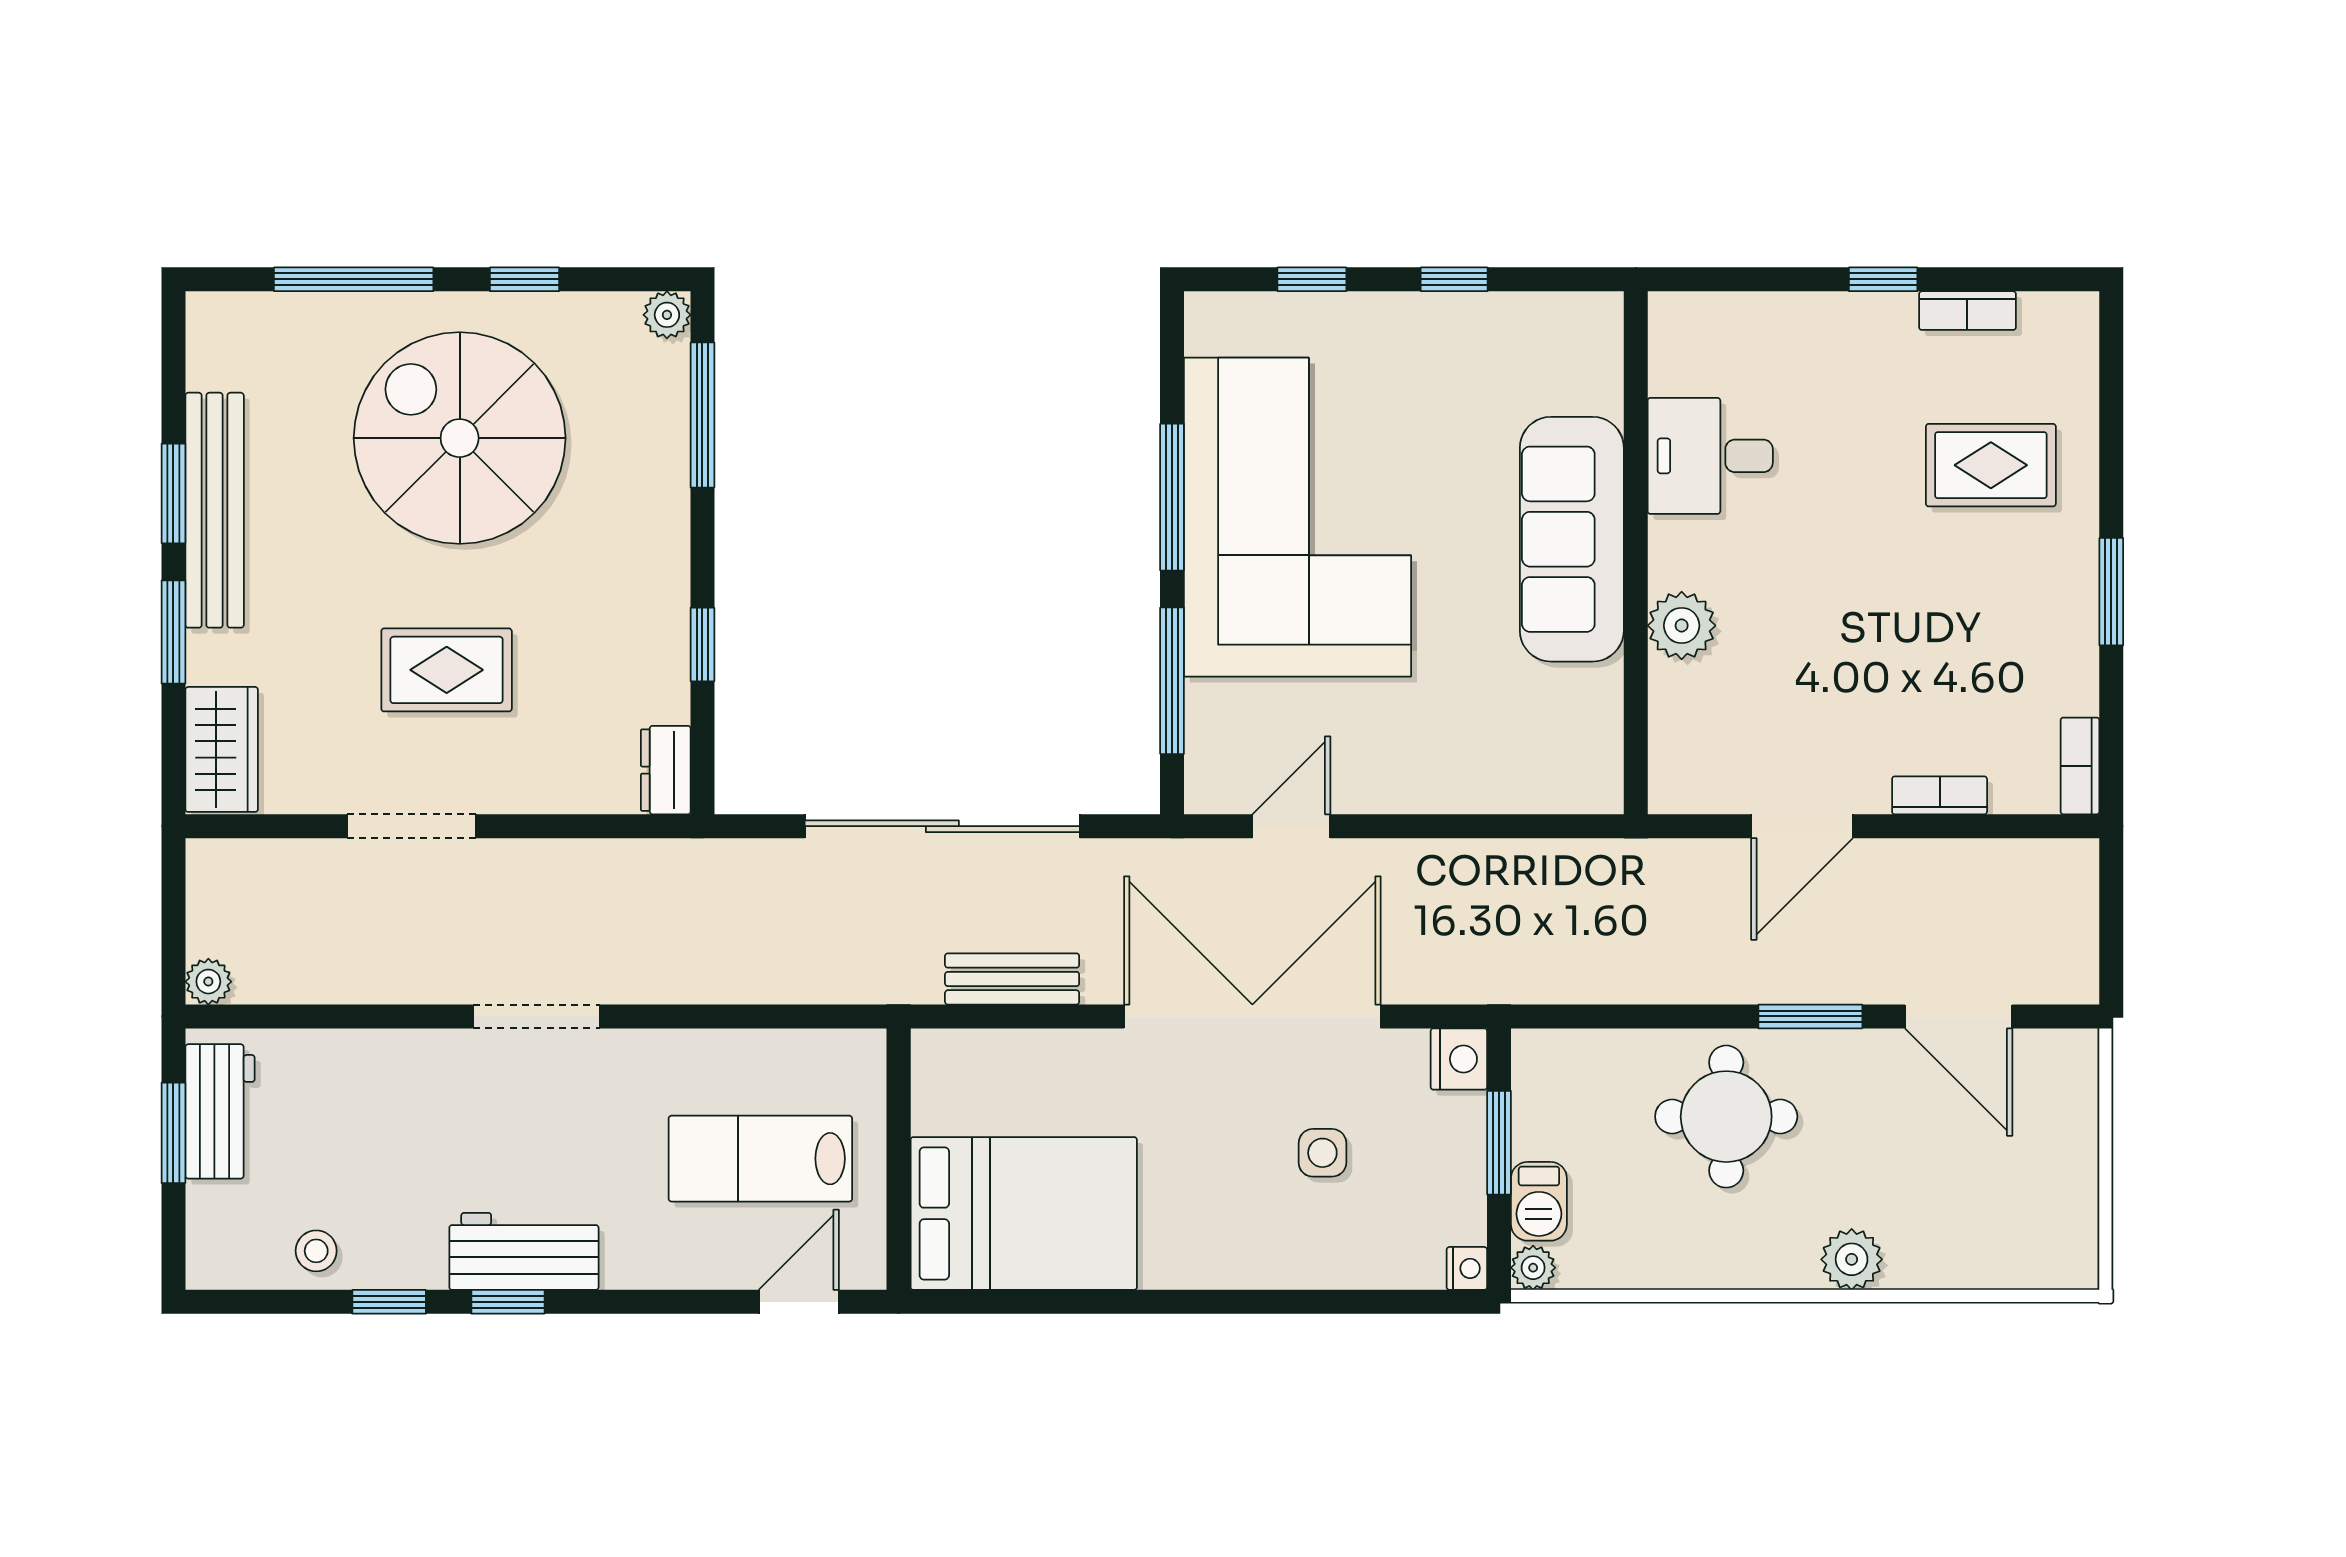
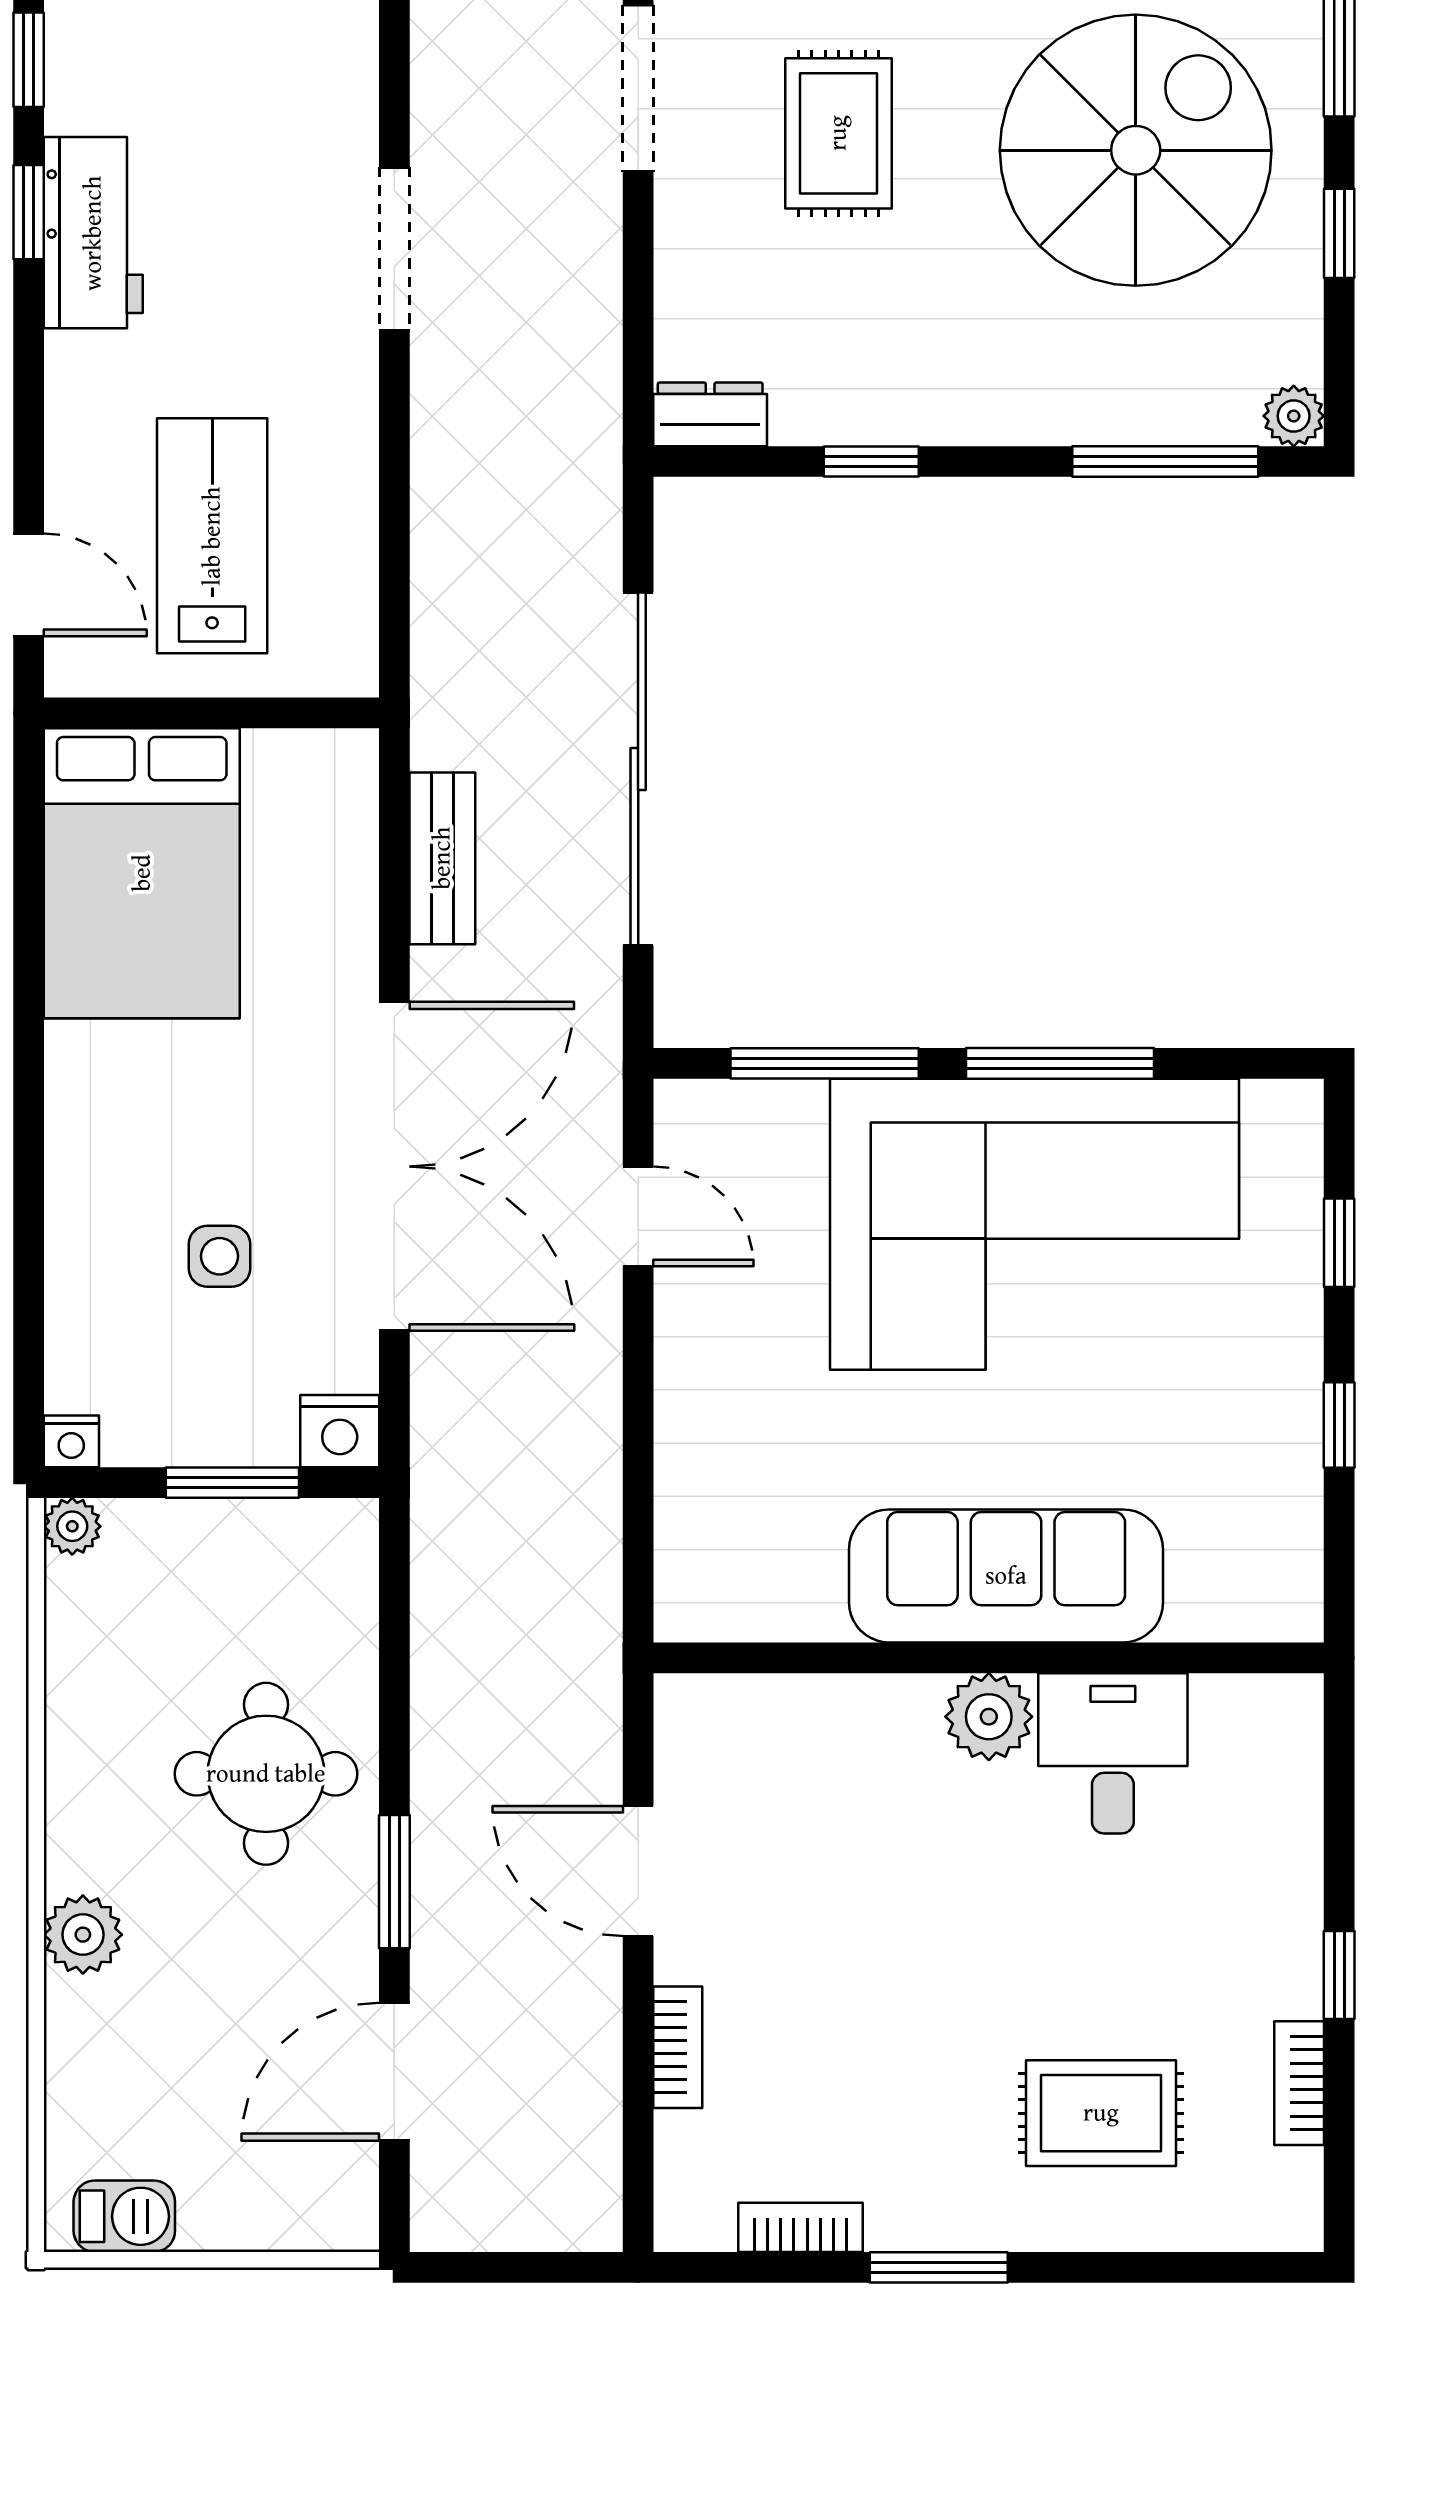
rug: (1991, 465) -> (1101, 2113), turned 90
plant: (1682, 626) -> (989, 1717), moved
bookcase: (2080, 766) -> (800, 2227), moved
barbecue: (1539, 1201) -> (124, 2216), moved, turned 180

